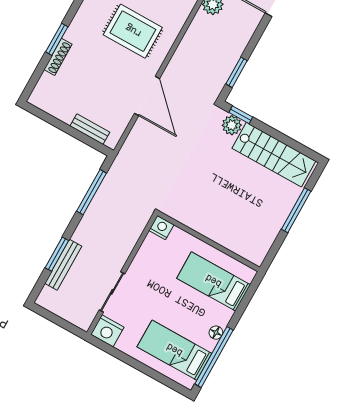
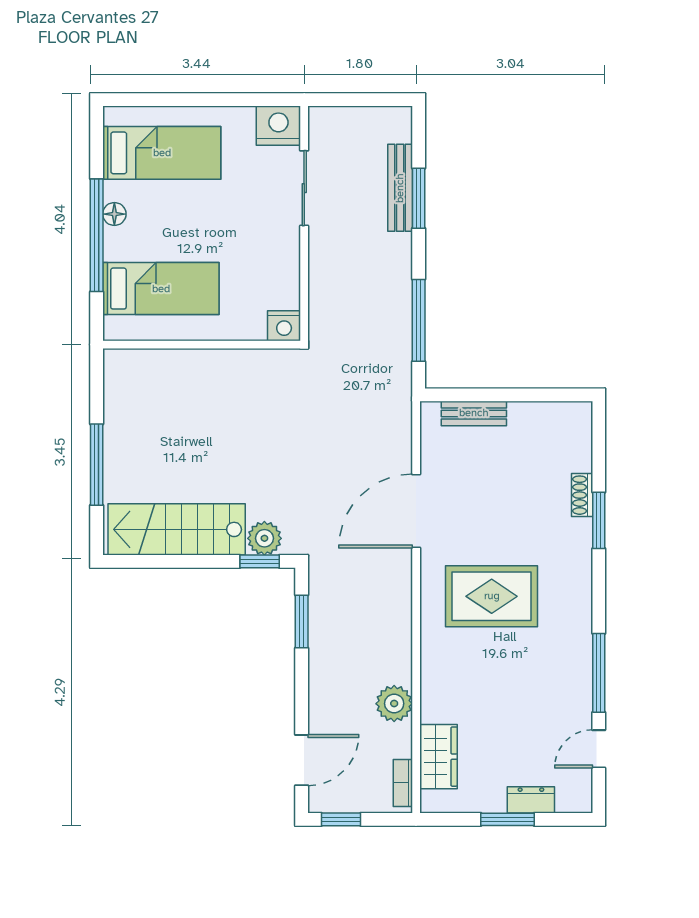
shoe rack: (58, 57) -> (582, 495), width x0.70
door: (147, 96) -> (416, 511), hinge flipped
window: (214, 357) -> (97, 235), moved

